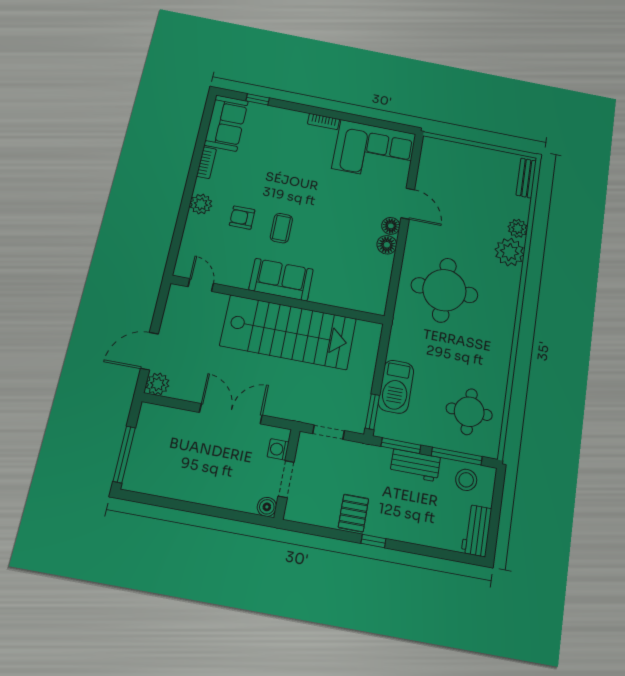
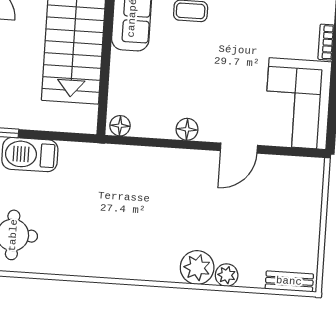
floor lamp: (391, 226) -> (120, 126), moved
round table: (444, 290) -> (143, 198), removed

